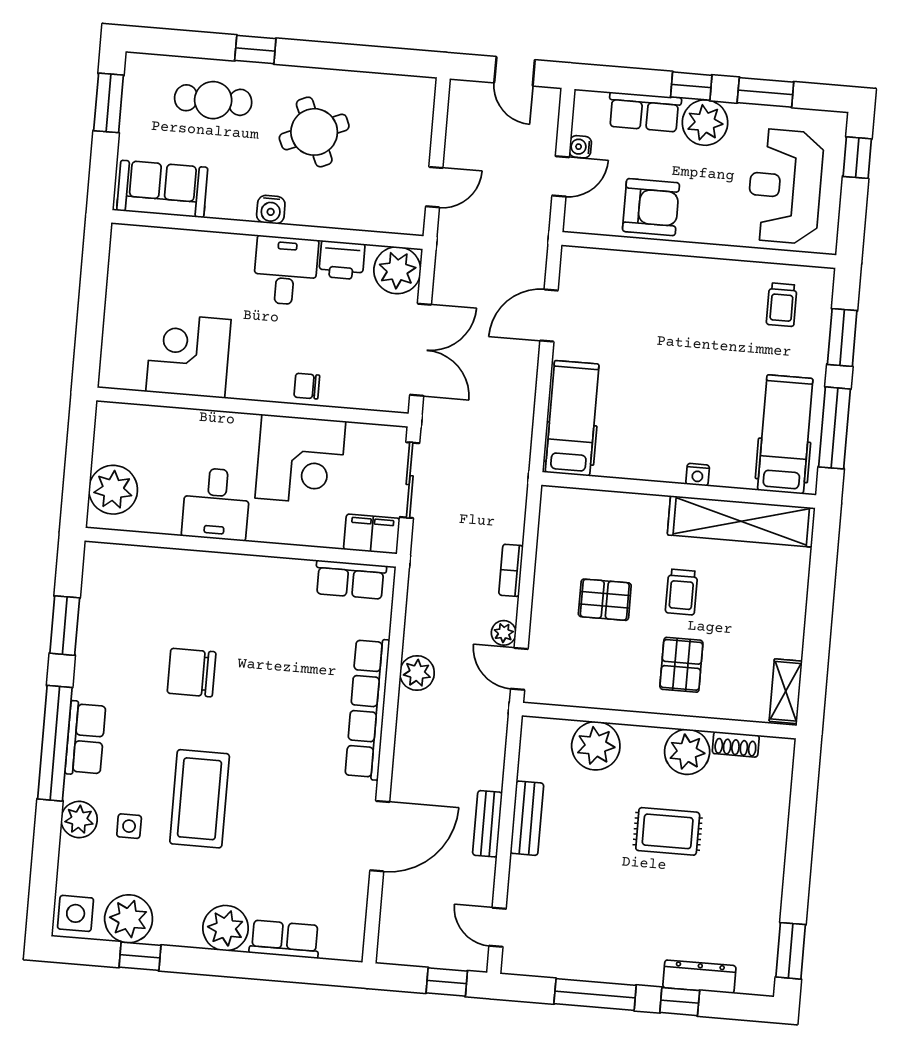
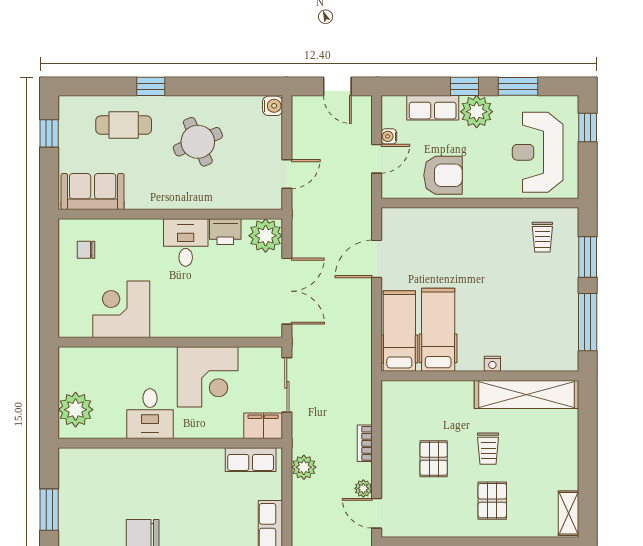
window: (109, 103) -> (49, 133), width x0.67
water cooler: (271, 210) -> (273, 106), moved, turned -90
chair: (307, 386) -> (86, 250), moved
hospital bed: (785, 434) -> (438, 330), moved
pallet: (605, 600) -> (434, 459), turned 90
plant: (417, 673) -> (304, 467), moved

